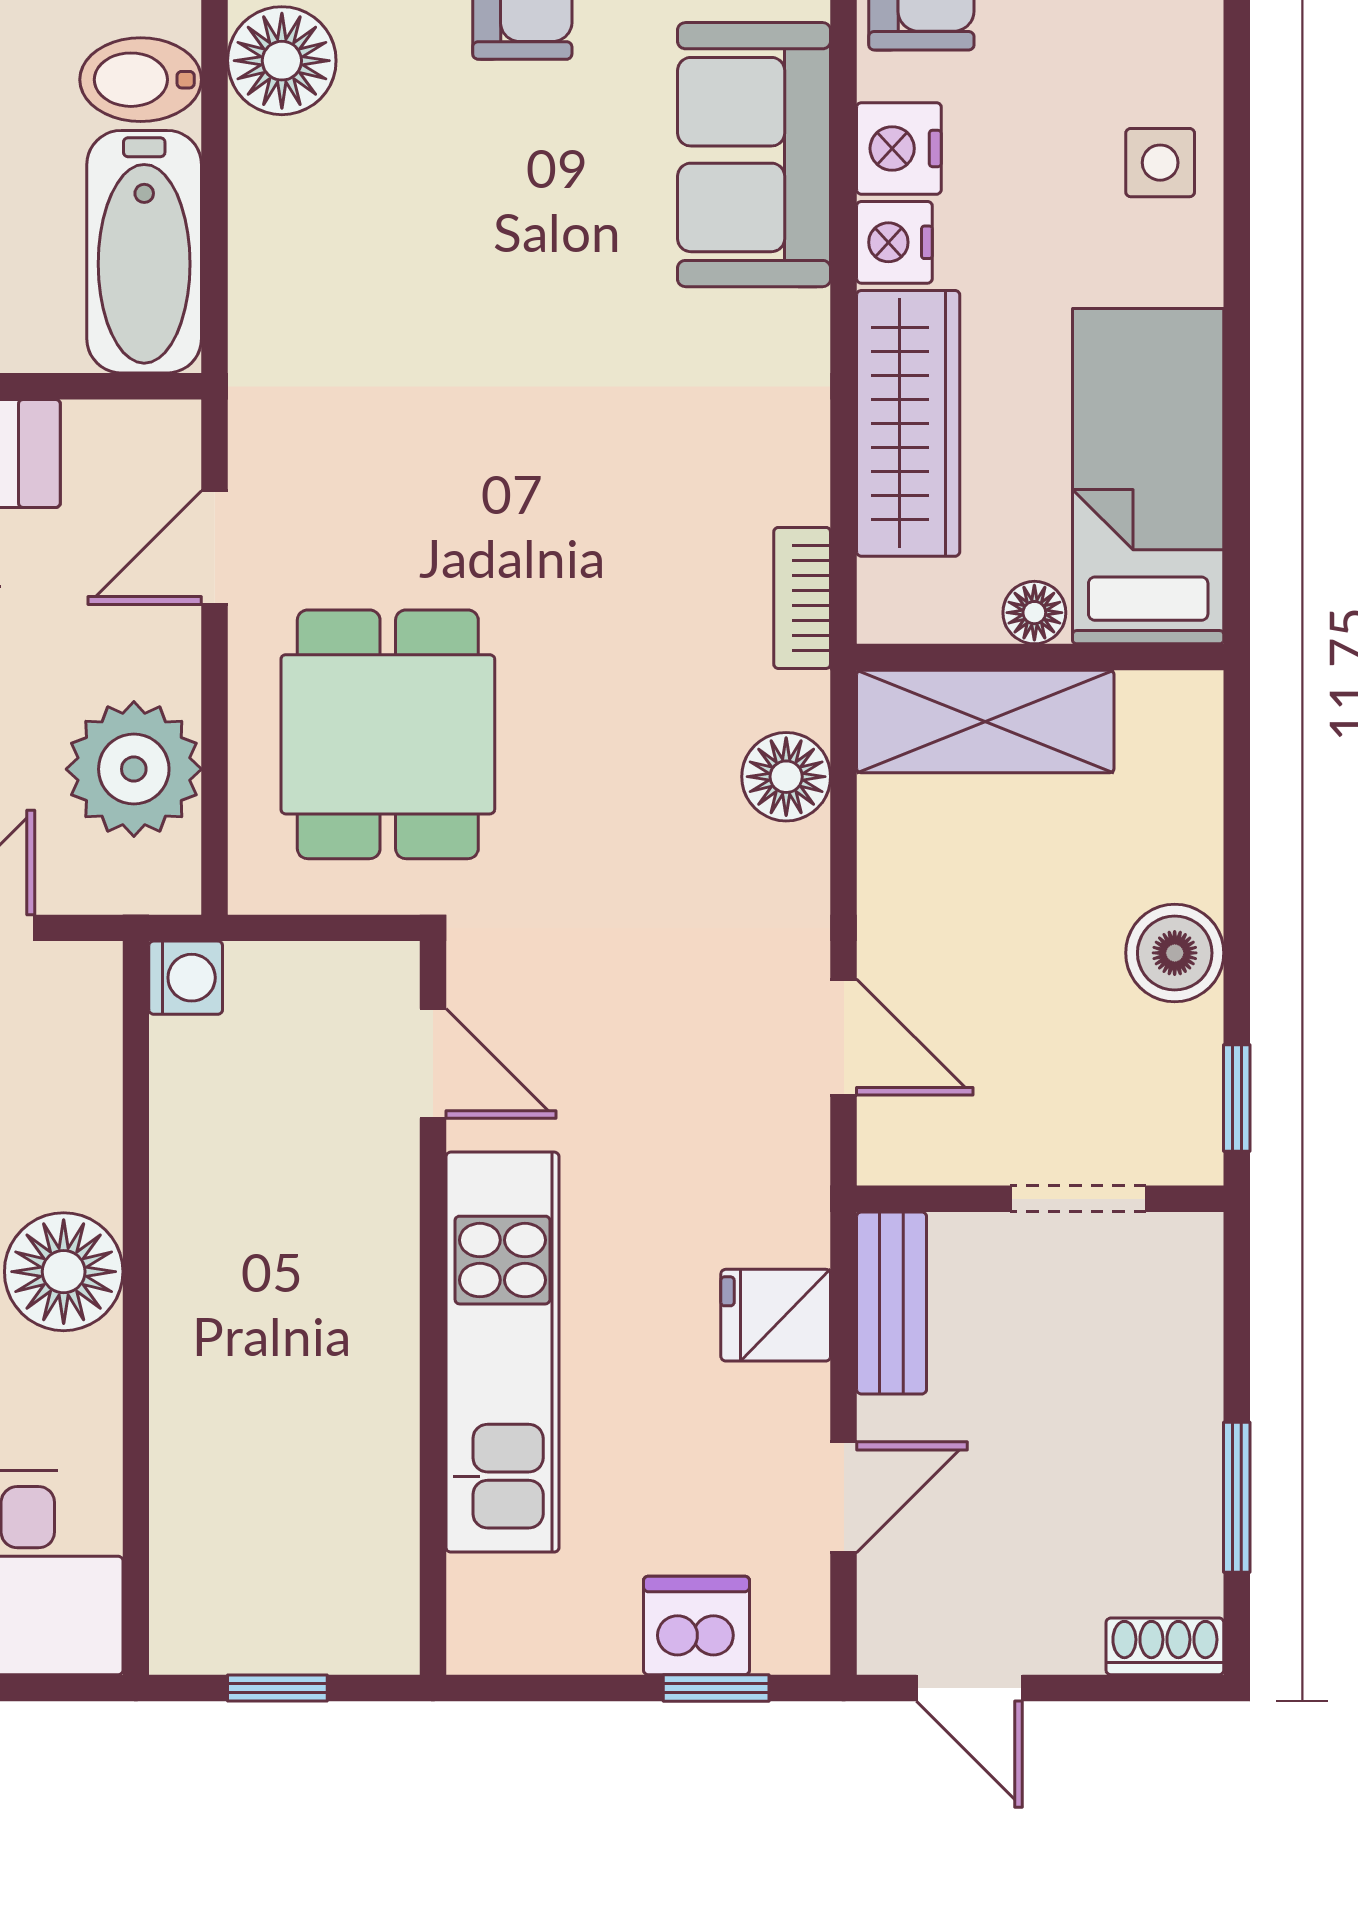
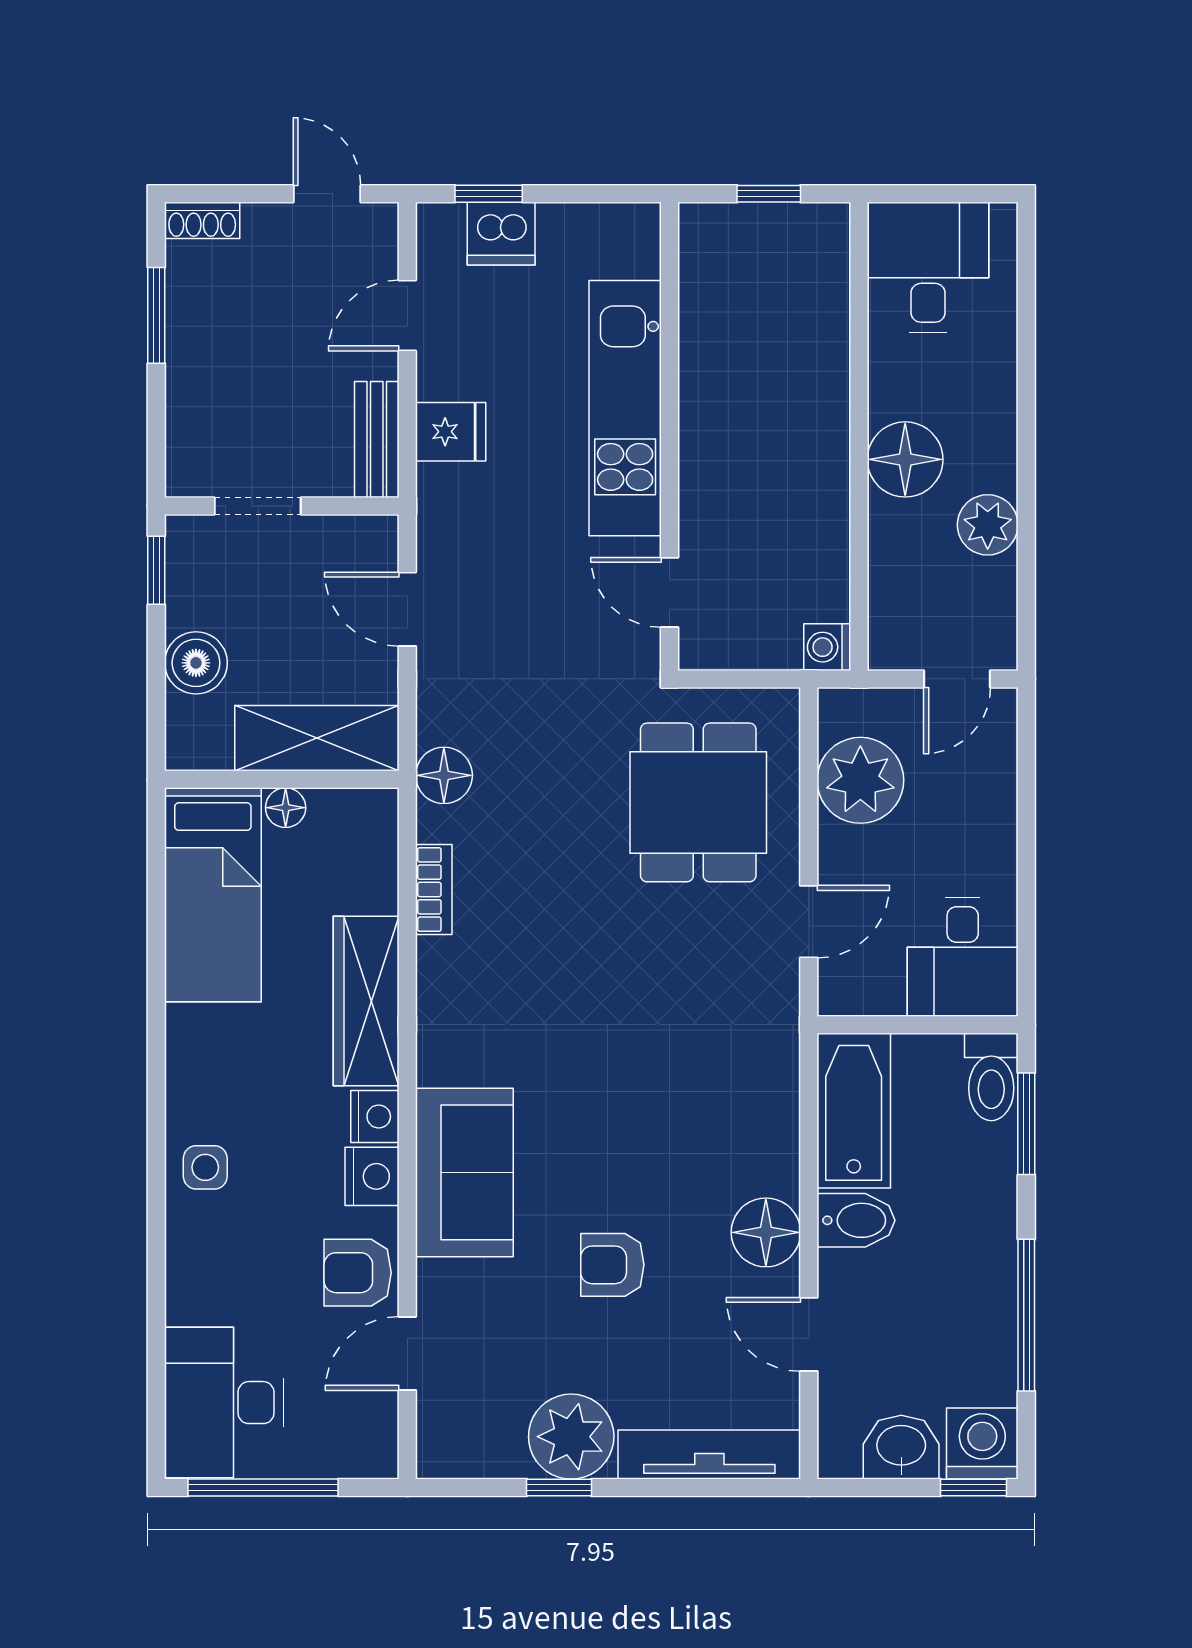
bed: (1148, 476) -> (213, 895), moved
floor lamp: (1034, 613) -> (286, 808), moved
wall: (1040, 657) -> (282, 779), moved
shelving: (985, 722) -> (317, 738), moved

